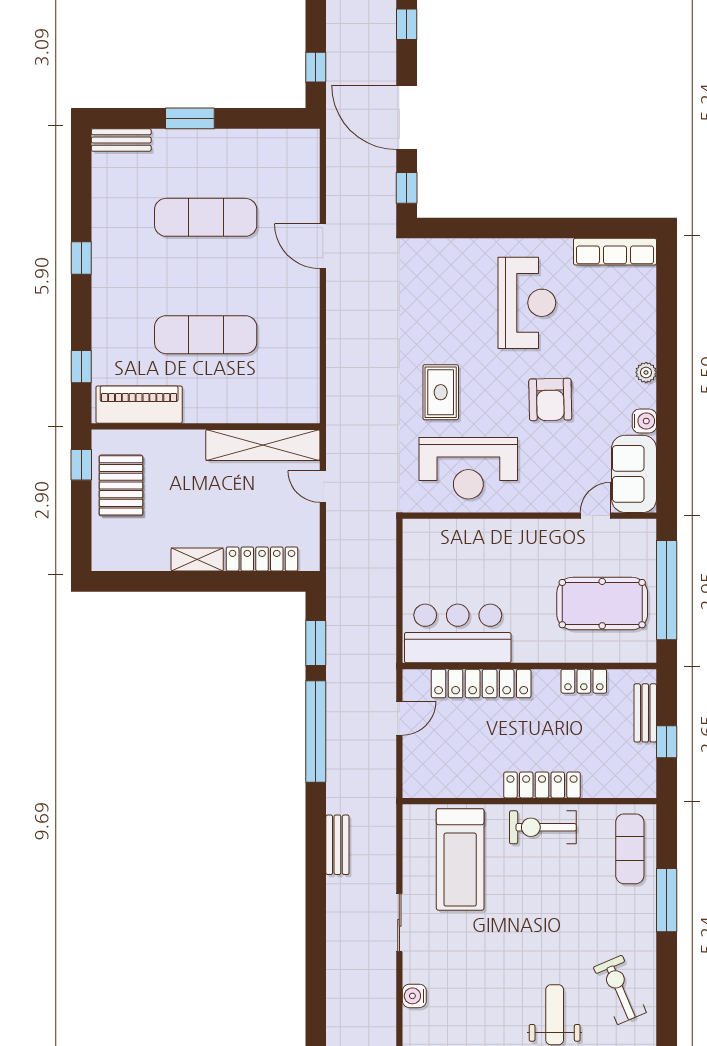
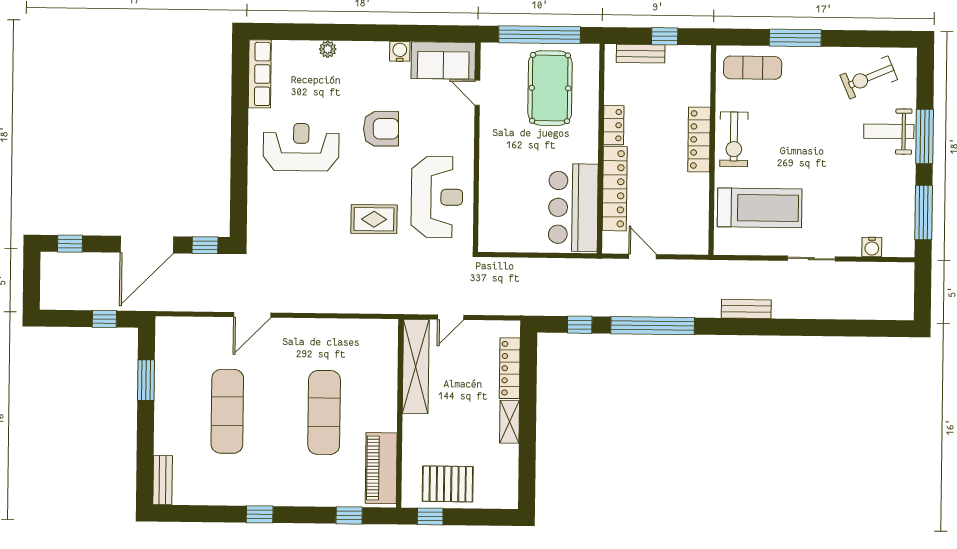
window: (190, 118) -> (146, 380), moved
plant: (646, 372) -> (328, 49), moved
window: (316, 643) -> (580, 325), width x0.67
locker: (584, 681) -> (614, 125), moved

